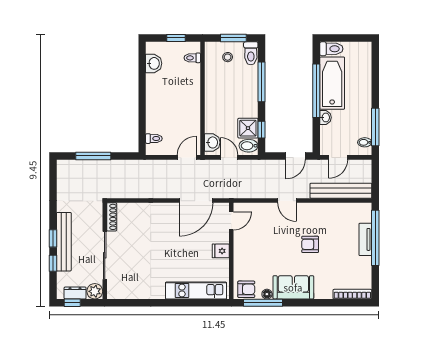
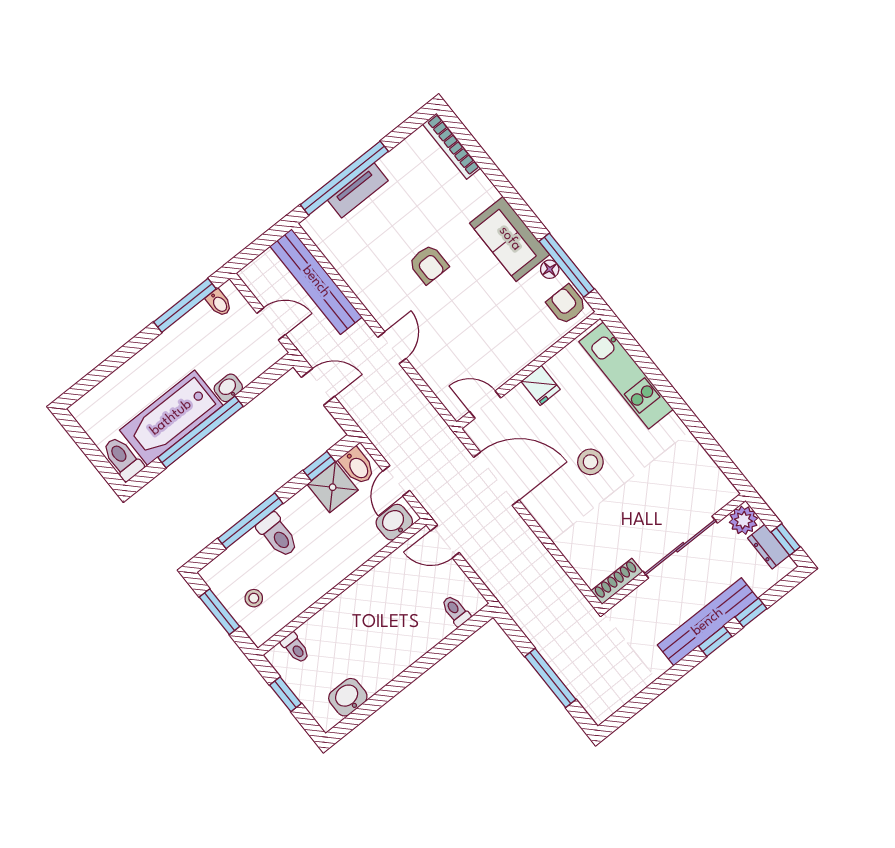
toilet: (251, 53) -> (278, 535), moved, turned 90
stool: (171, 246) -> (590, 462), added

